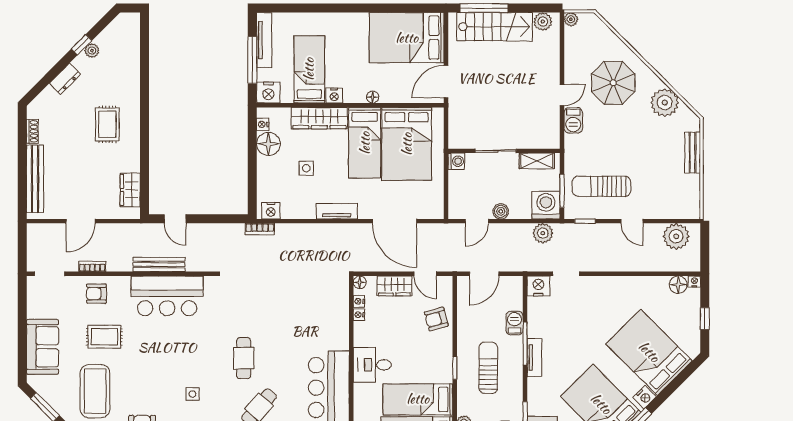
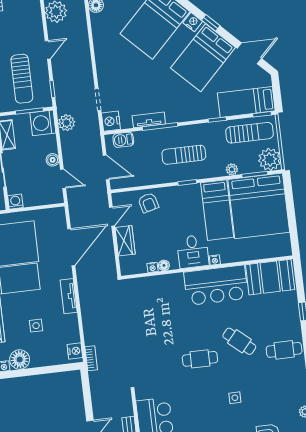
floor lamp: (360, 282) -> (164, 265), moved
nightstand: (359, 301) -> (215, 260), moved
barbecue: (515, 323) -> (123, 140), moved
tv unit: (535, 358) -> (149, 120), moved

